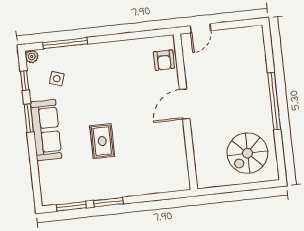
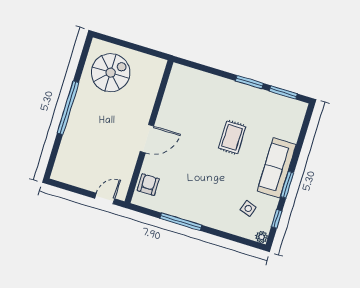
window: (65, 43) -> (181, 222), moved

